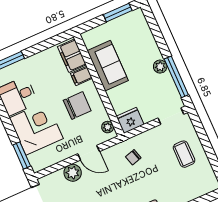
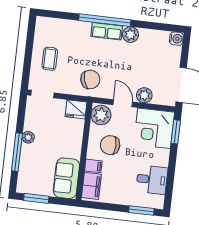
sofa: (108, 66) -> (66, 178), moved
window: (176, 77) -> (17, 152), moved
plant: (108, 127) -> (101, 115), width x1.88, depth x1.88
corner desk: (36, 128) -> (154, 128), moved
chair: (133, 157) -> (90, 79), width x1.87, depth x1.87

